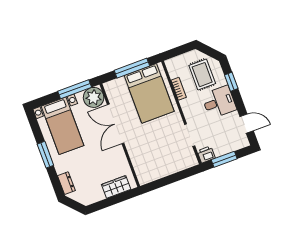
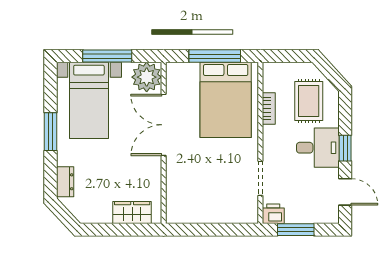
window: (231, 82) -> (345, 148), moved
window: (75, 89) -> (107, 56), moved

